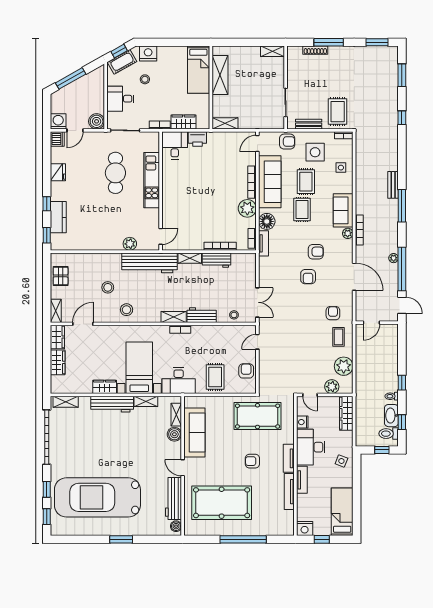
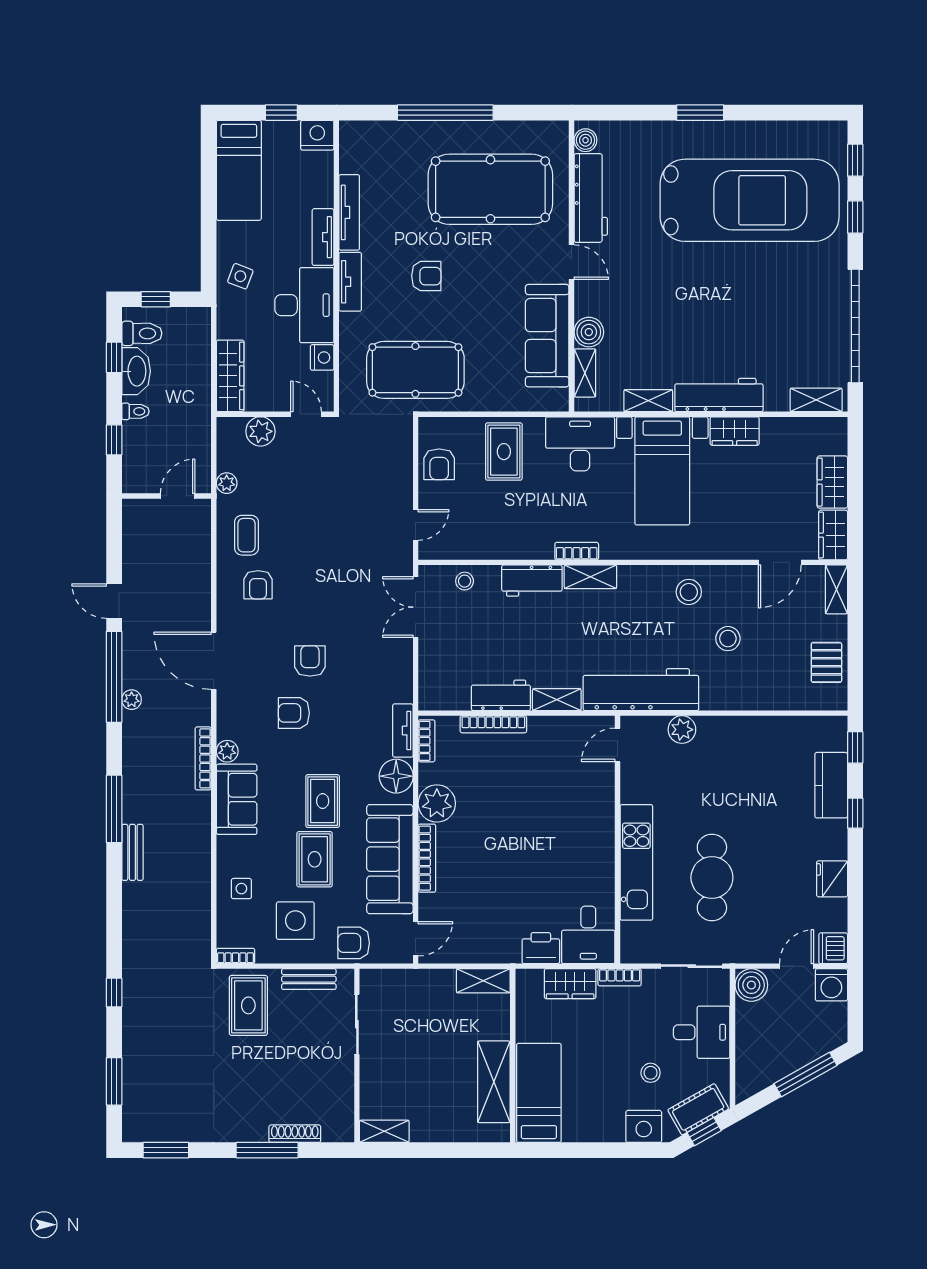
door: (371, 323) -> (178, 496), moved
wall: (377, 323) -> (166, 496), moved
plant: (344, 366) -> (227, 483), width x0.53, depth x0.53

